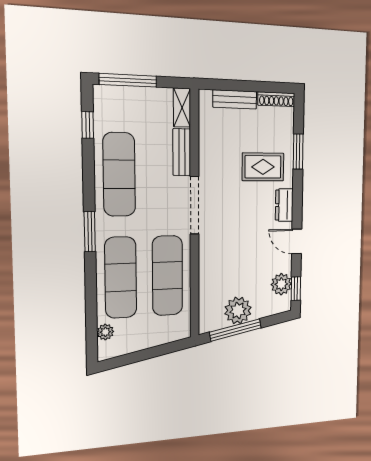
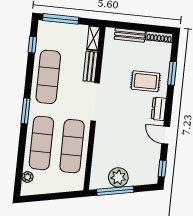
plant: (281, 284) -> (152, 164), removed

